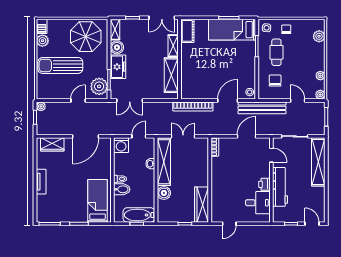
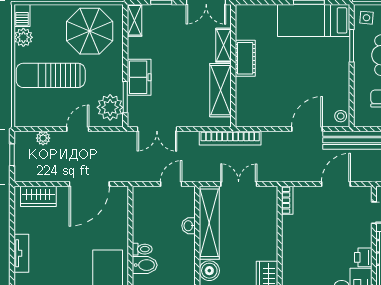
cot: (187, 31) -> (245, 58), moved
boiler: (117, 47) -> (137, 48), removed
plant: (41, 106) -> (43, 138), moved
bookcase: (193, 106) -> (230, 138), moved
washing machine: (121, 145) -> (144, 197), removed

